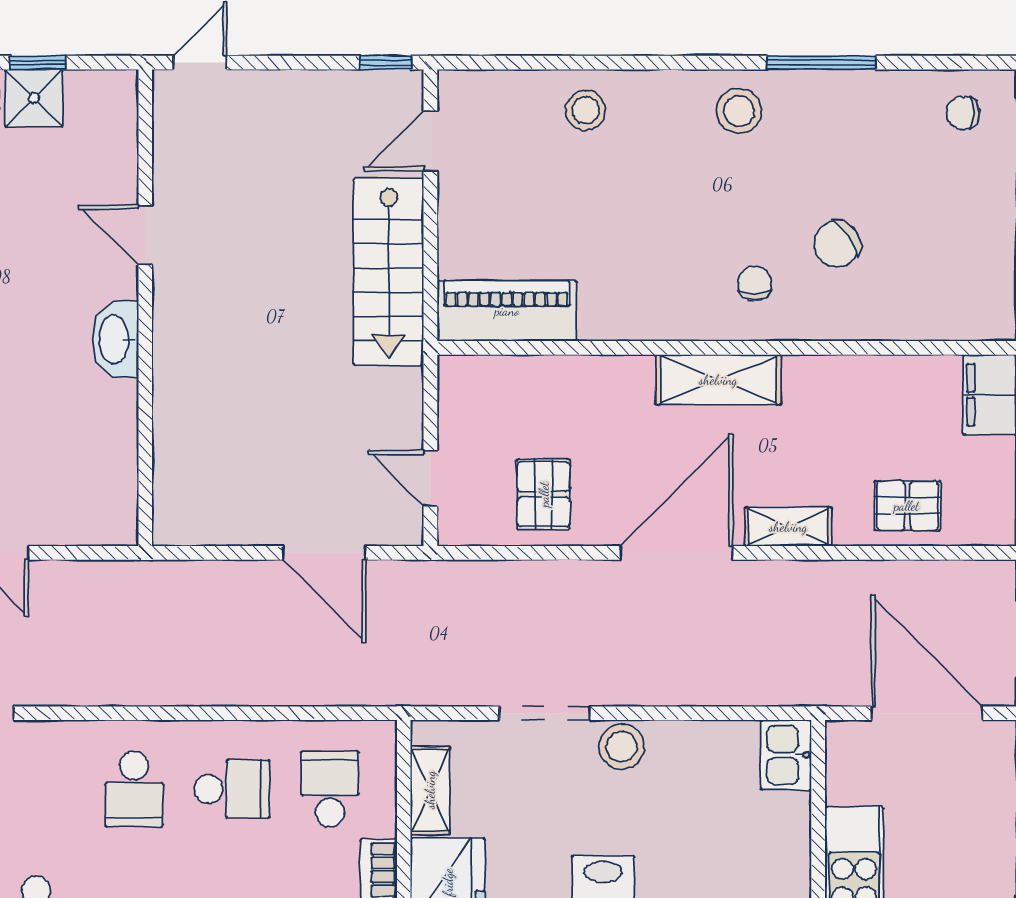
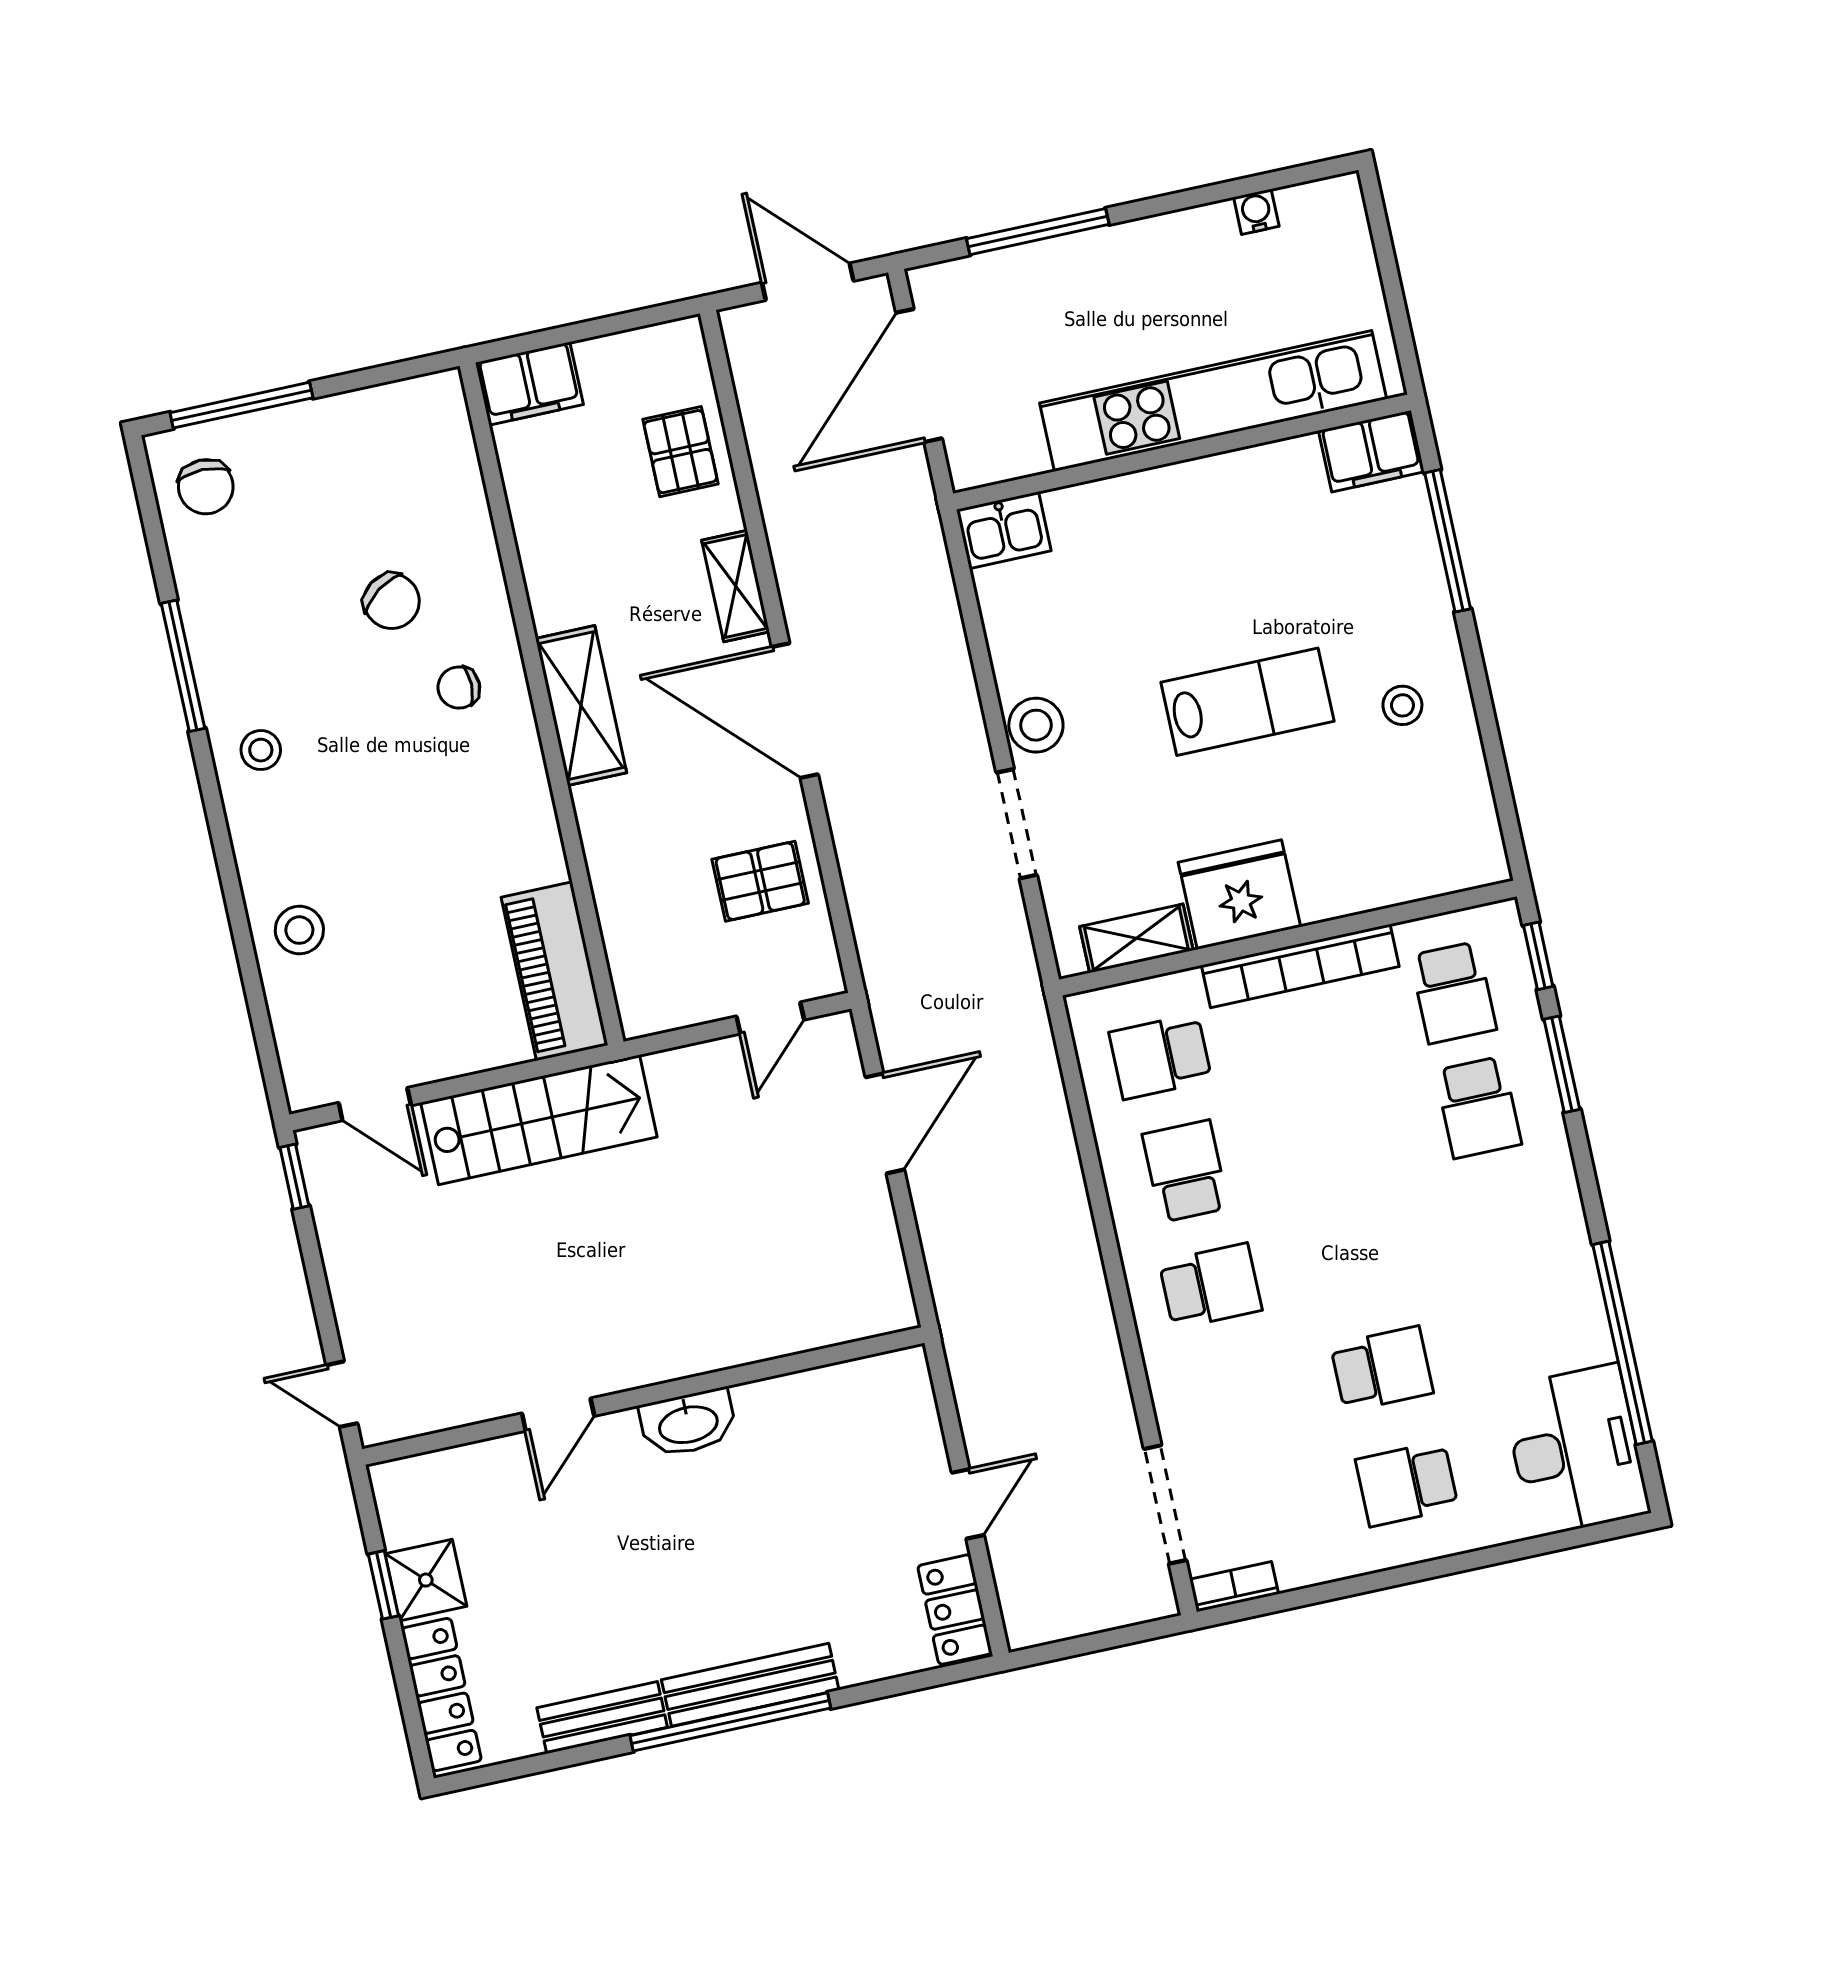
stool: (739, 111) -> (261, 750), width x0.73, depth x0.73
chair: (963, 113) -> (206, 487), width x1.37, depth x1.37

